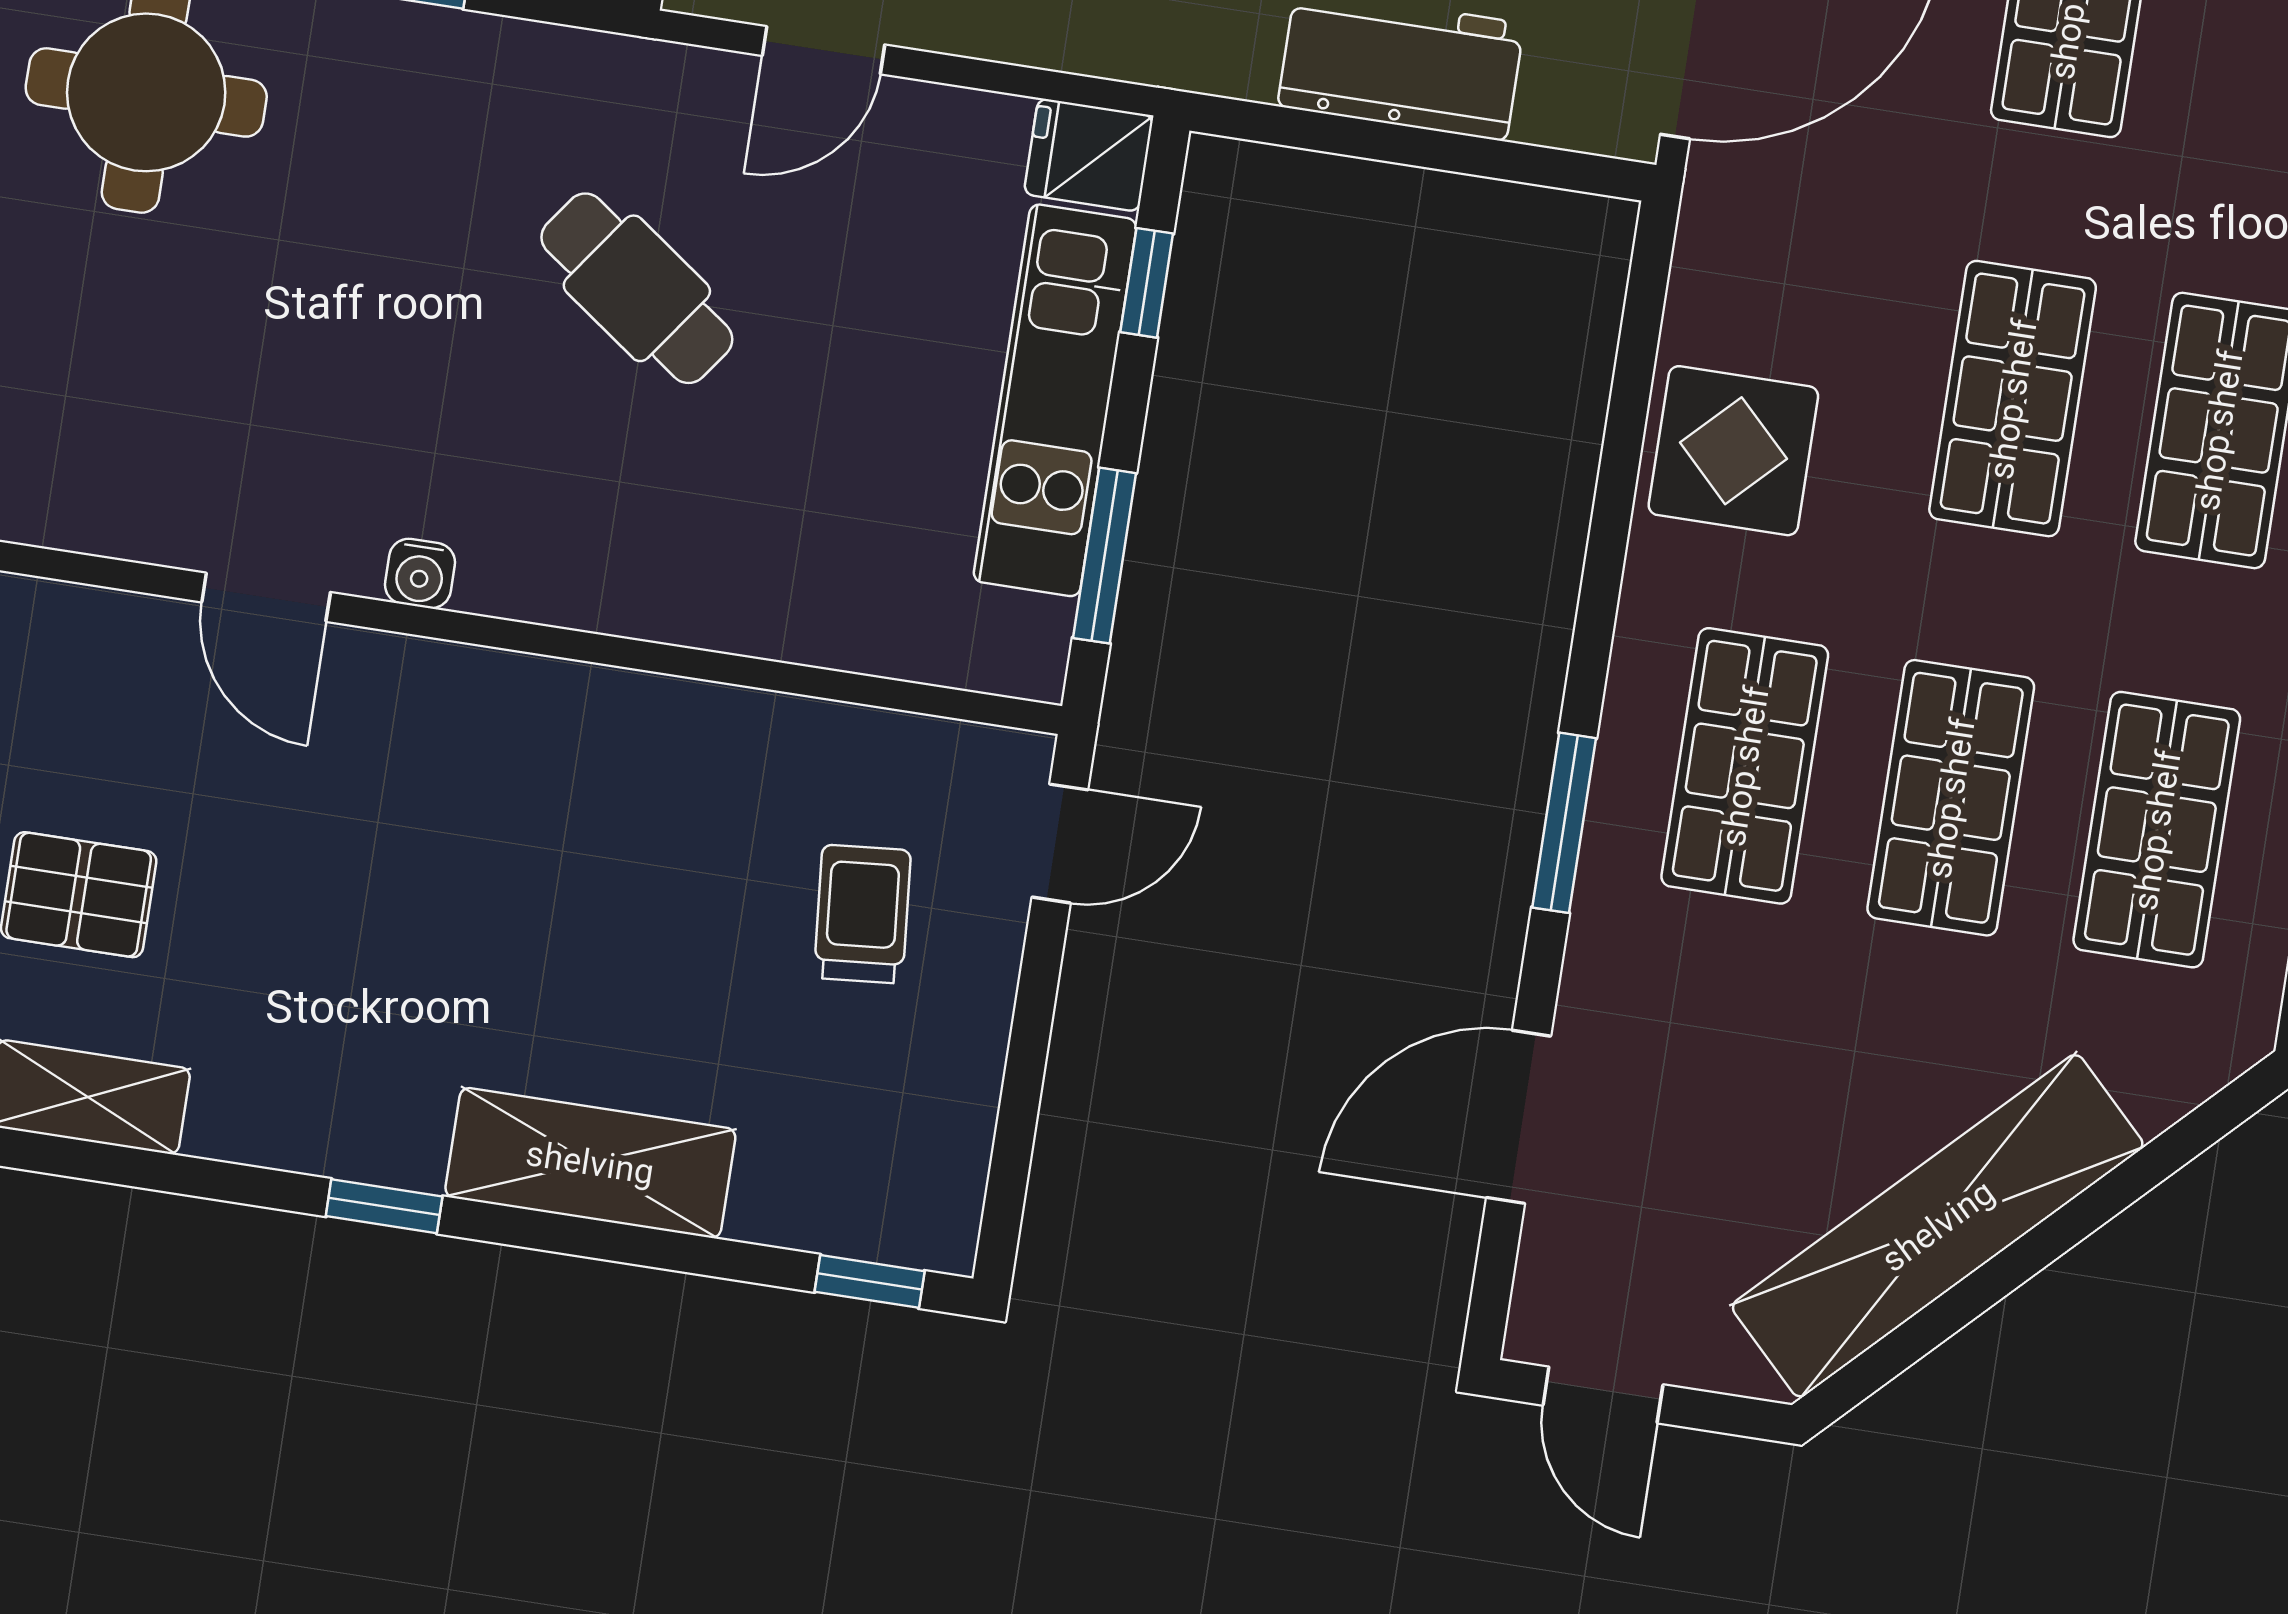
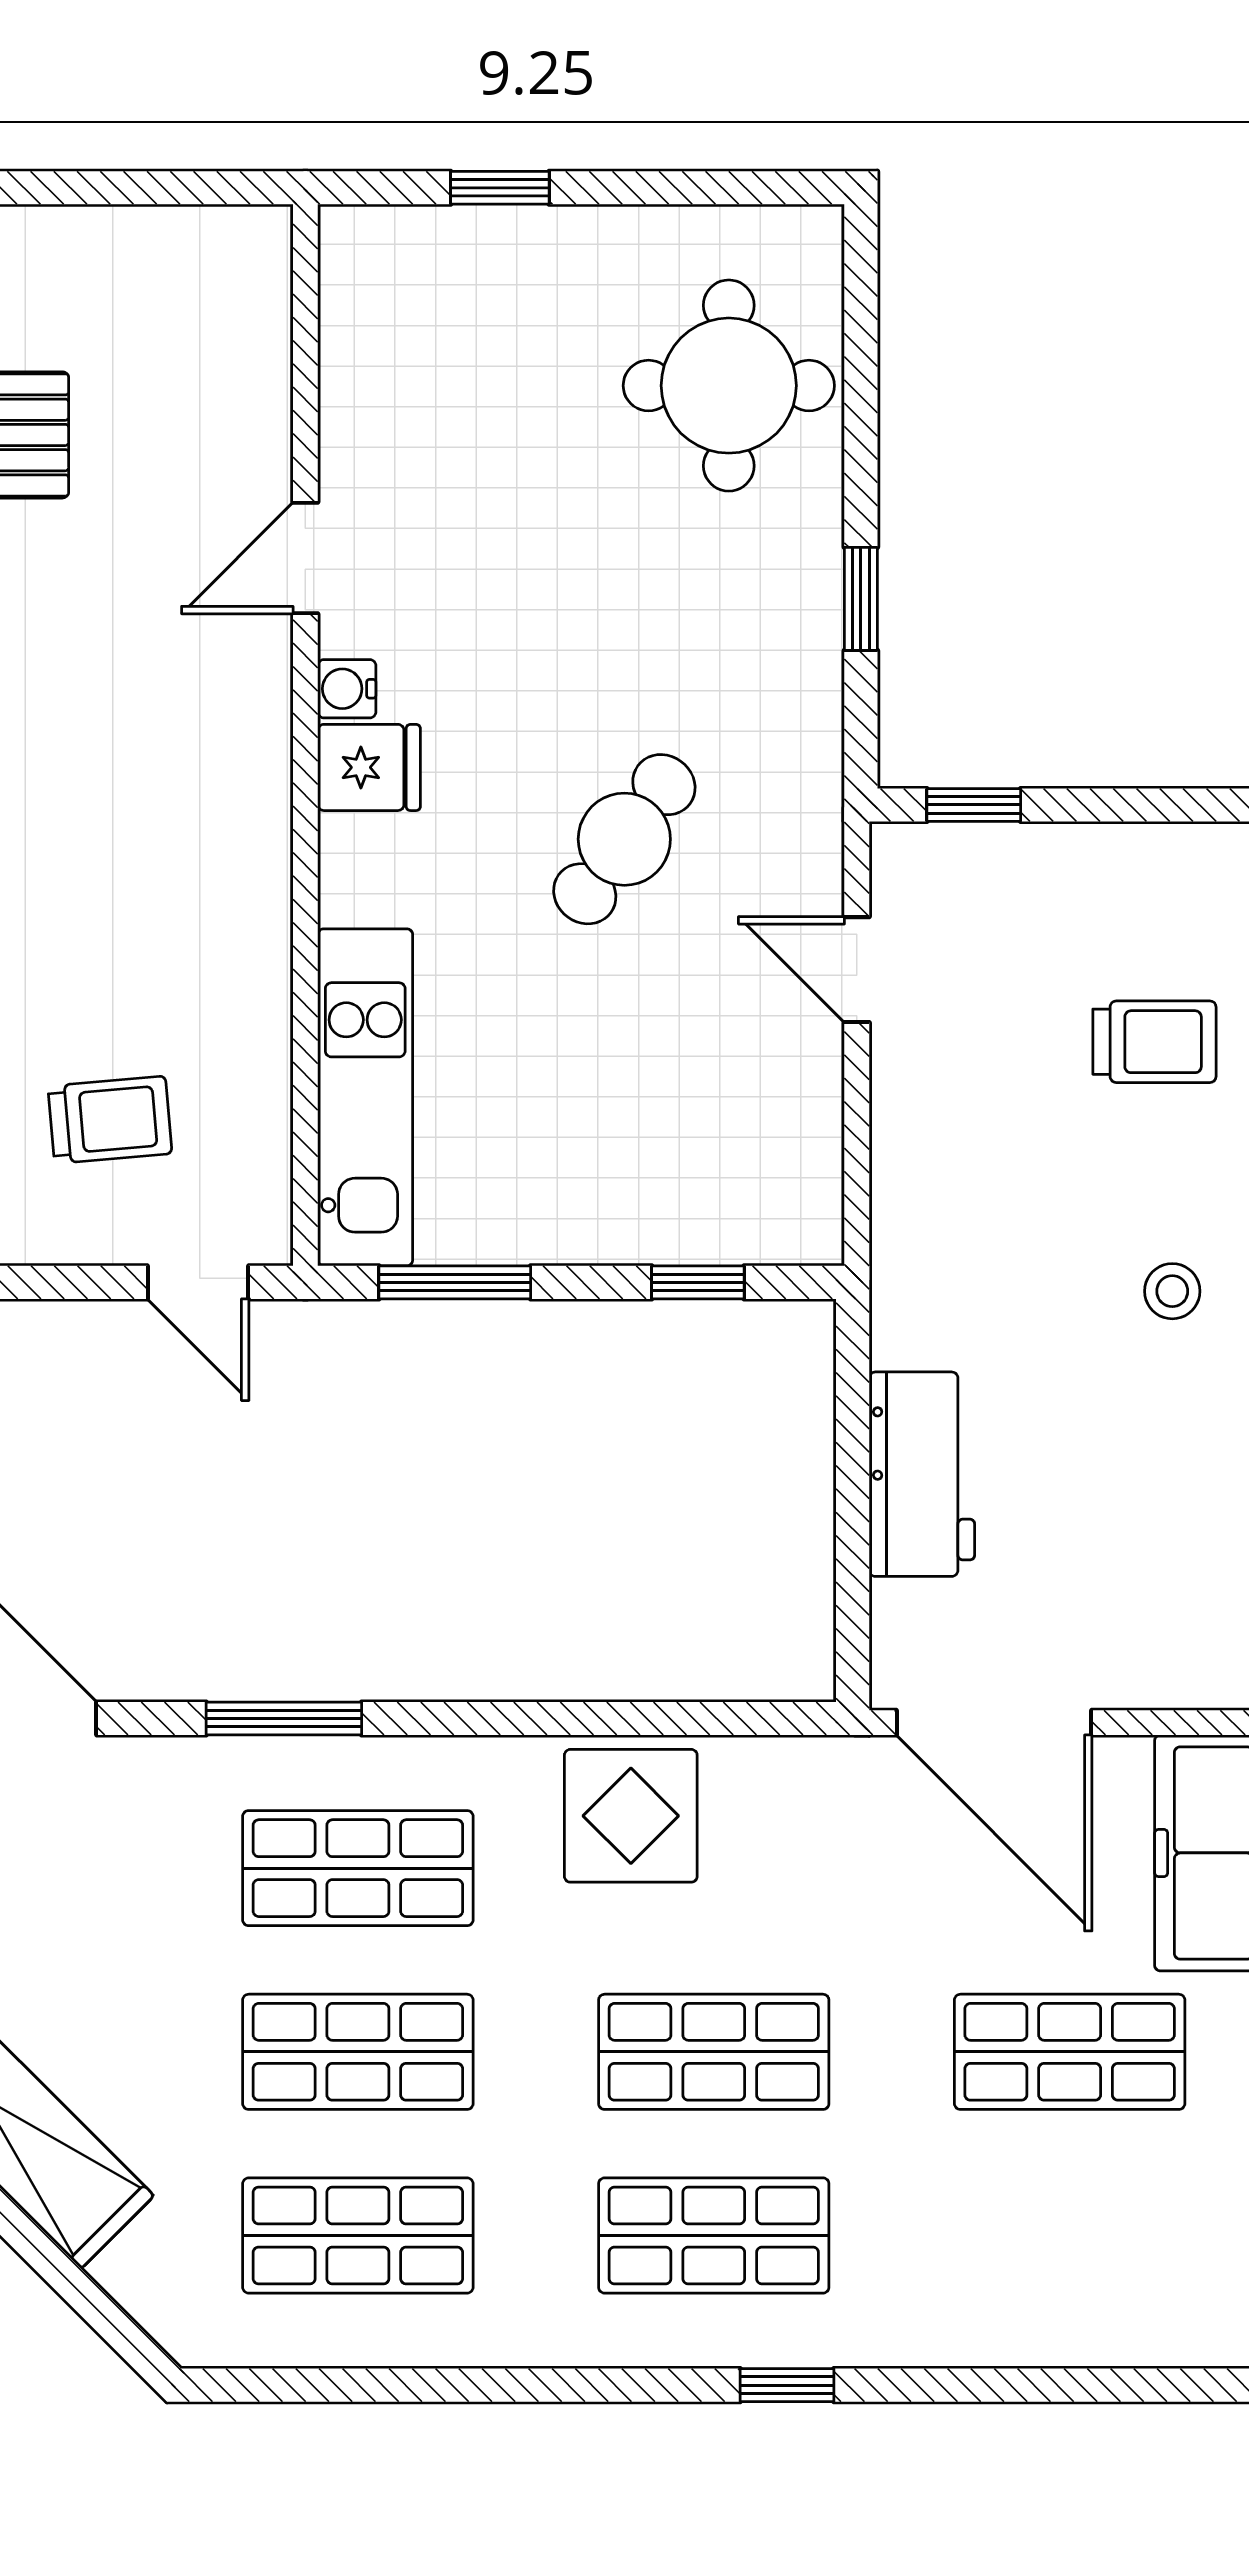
fridge: (1089, 155) -> (369, 767), moved, turned 90
kitchen unit: (1055, 400) -> (365, 1097), moved, turned 90

